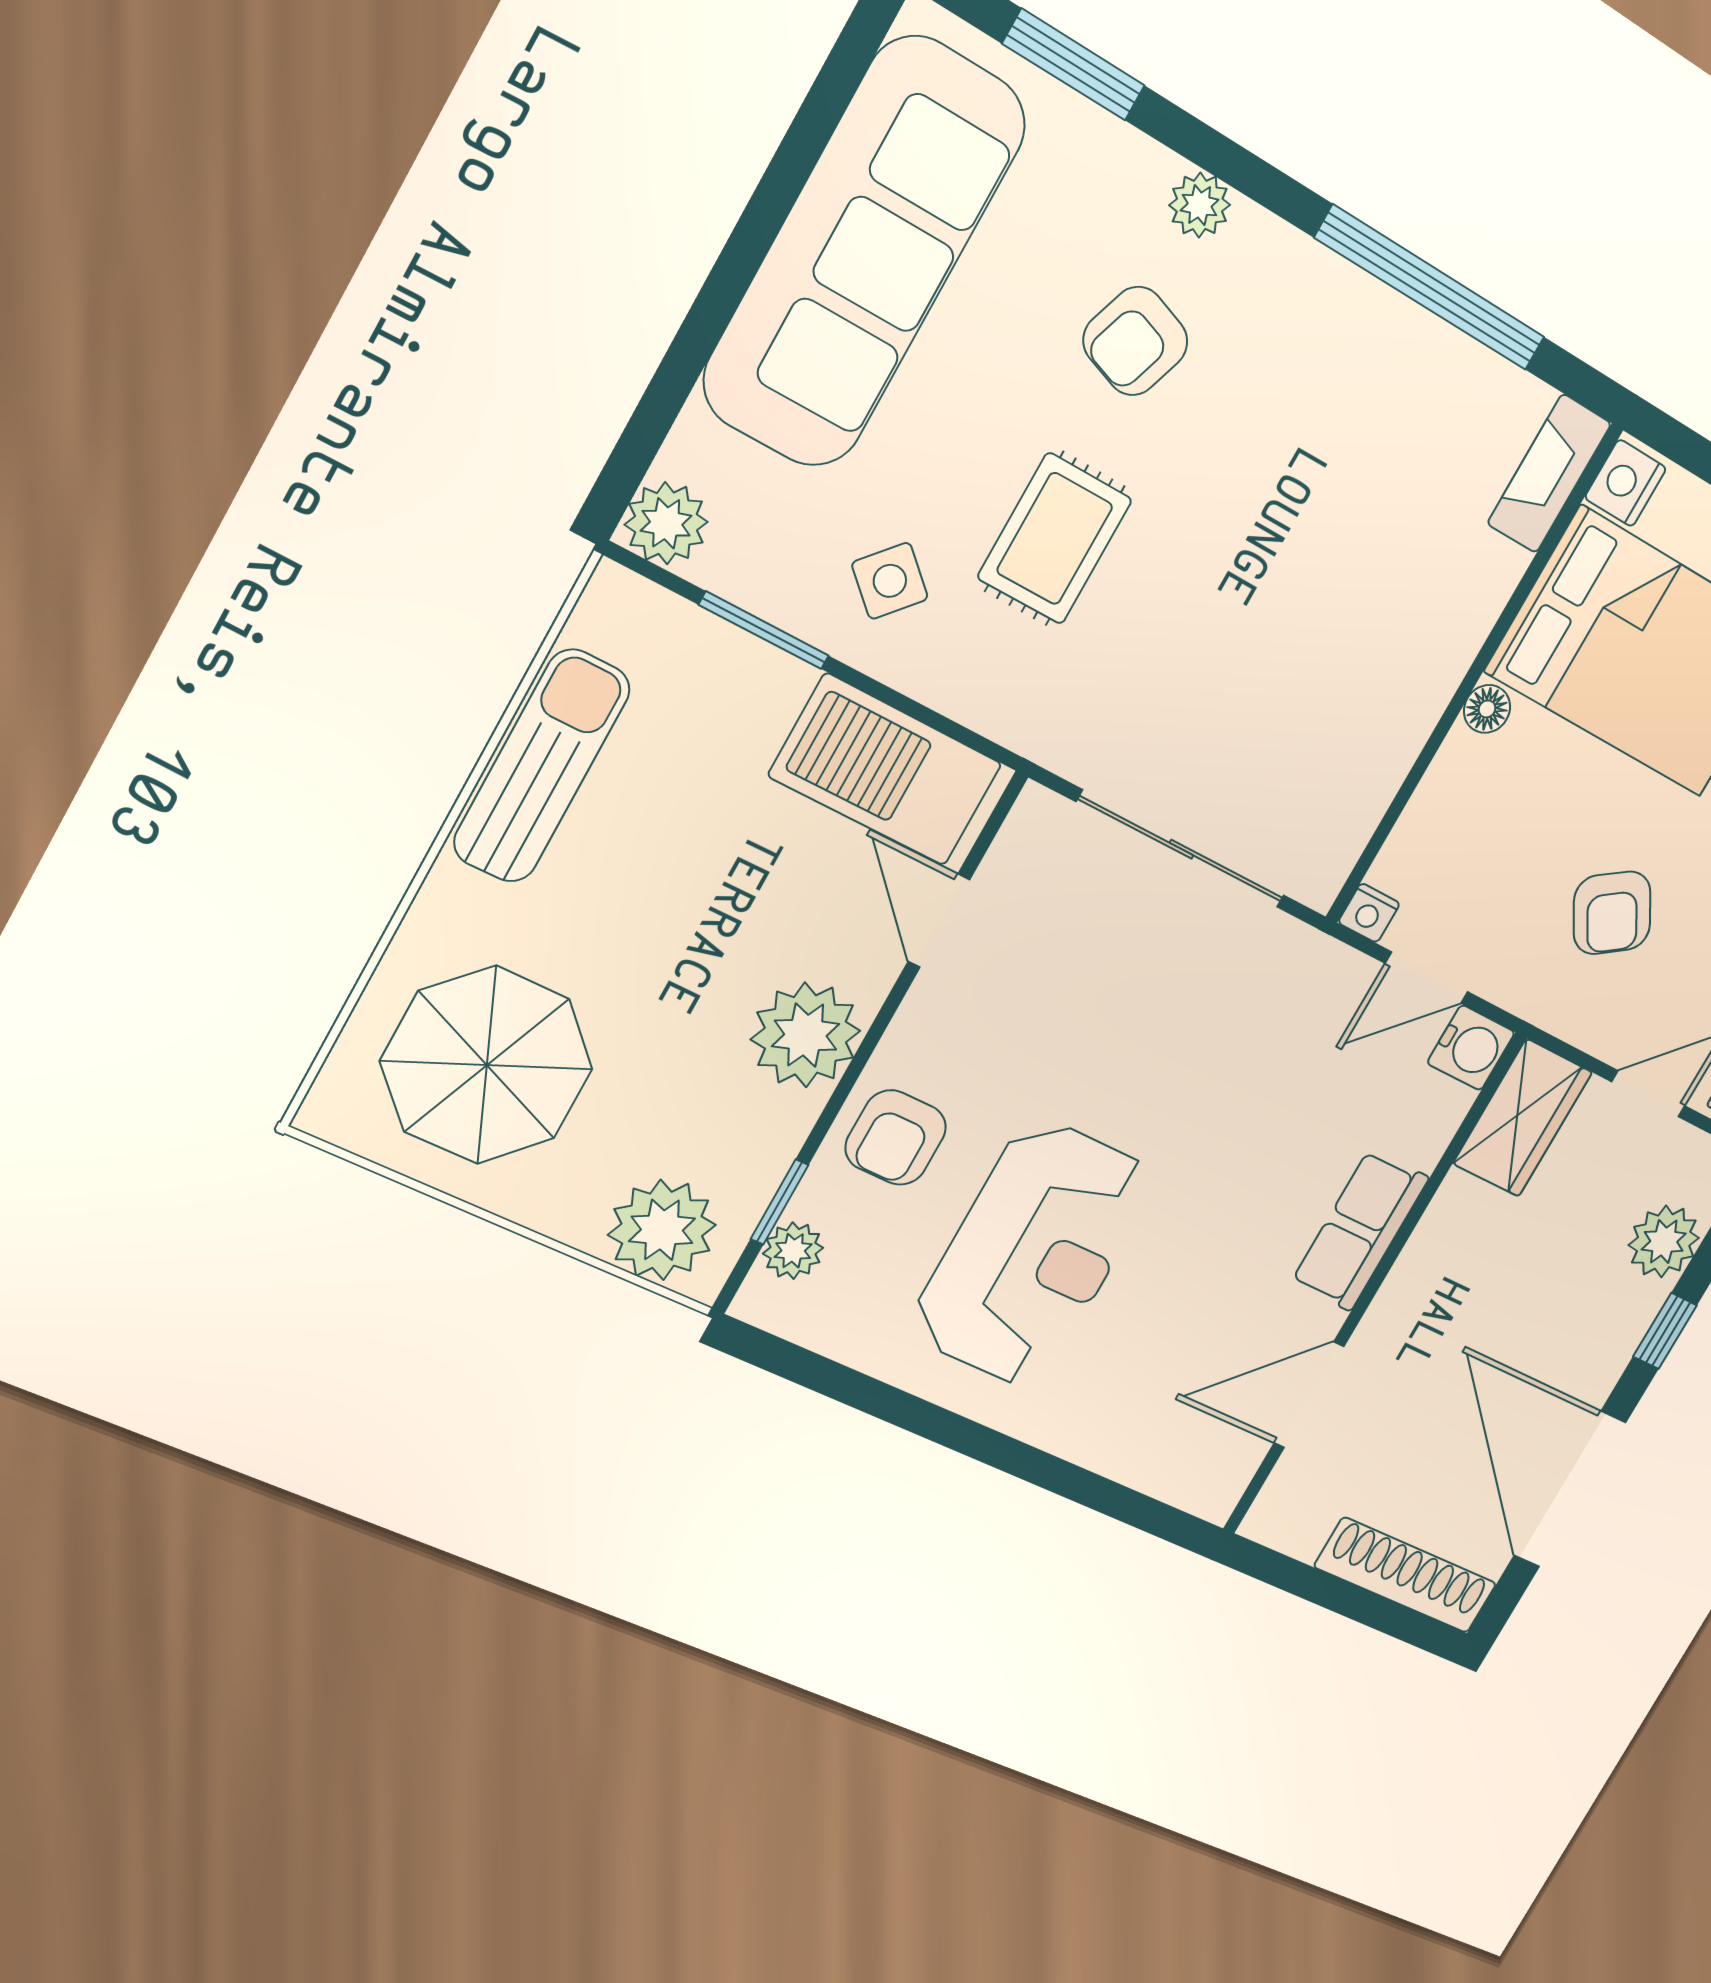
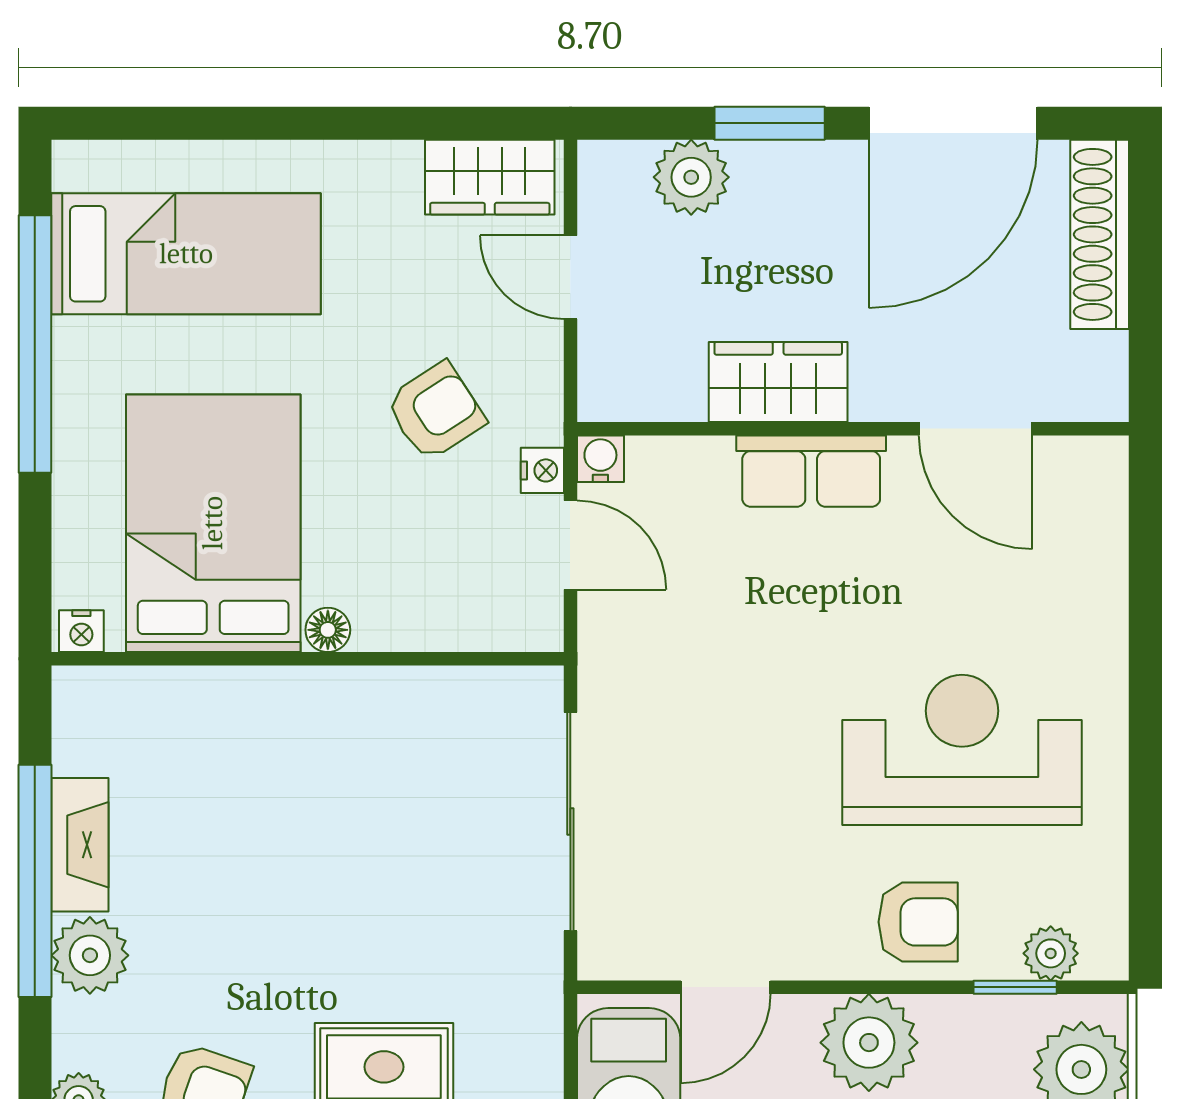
plant: (1330, 301) -> (90, 955), added
fireplace: (1549, 474) -> (80, 845), moved, turned -90
nightstand: (1626, 483) -> (81, 631), width x0.72, depth x0.74
nightstand: (1369, 913) -> (542, 470), moved
water cooler: (1471, 1048) -> (600, 459), width x0.72, depth x0.72
wardrobe: (1523, 1118) -> (778, 382), moved
window: (1665, 1331) -> (770, 123), width x1.50

